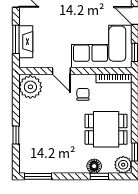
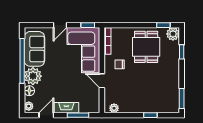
fireplace: (26, 42) -> (66, 108), moved
door: (61, 71) -> (102, 81), swing flipped
plant: (30, 87) -> (114, 108), width x0.53, depth x0.53
floor lamp: (94, 166) -> (174, 56), removed

